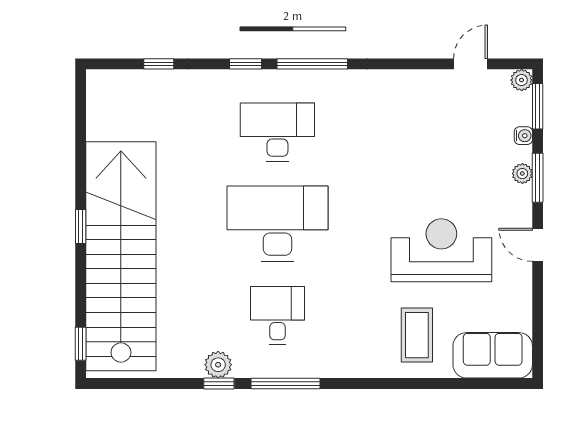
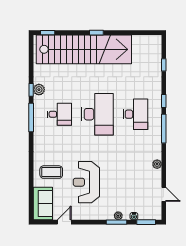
plant: (522, 80) -> (157, 164), moved
door: (538, 245) -> (64, 222), moved
reception desk: (441, 250) -> (86, 182), turned 180

